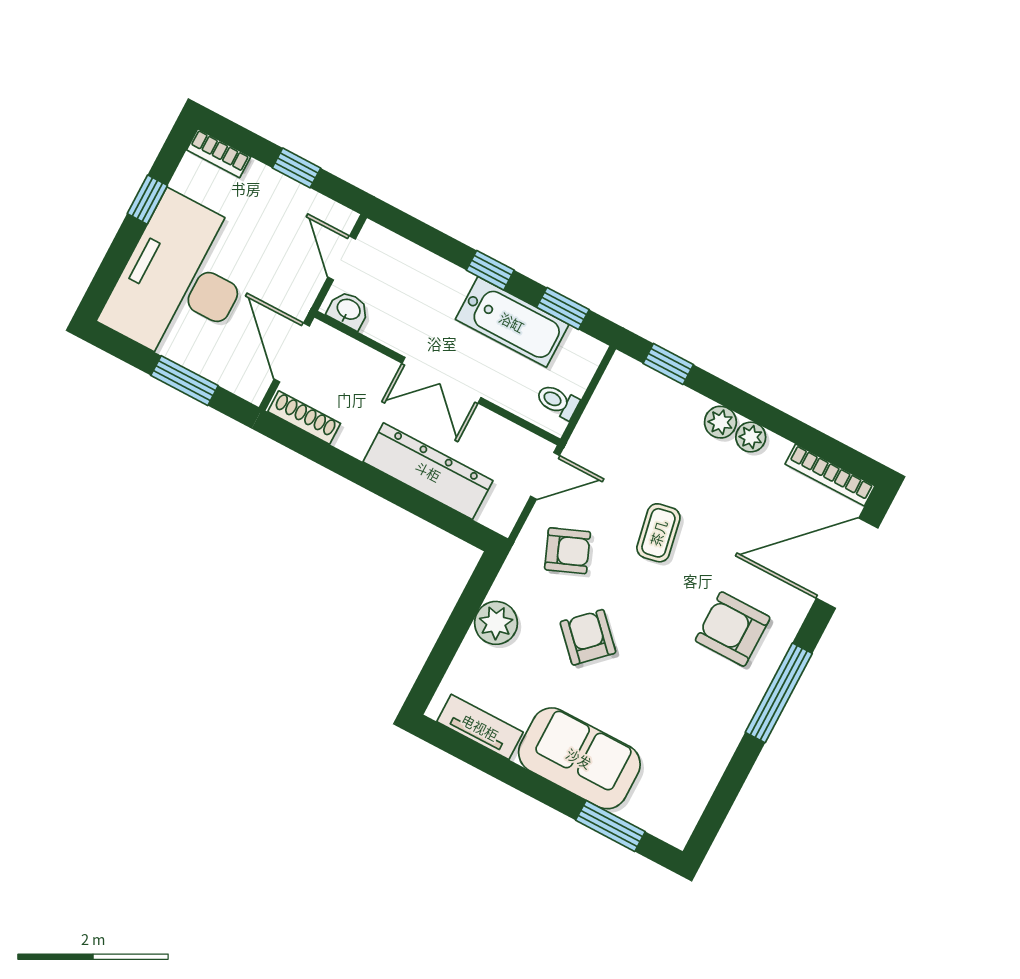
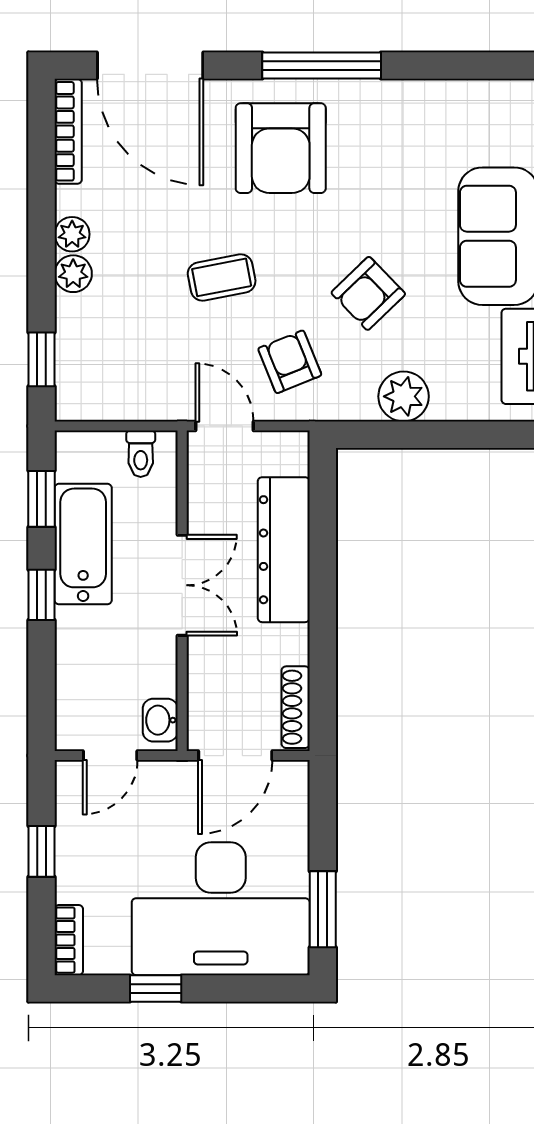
window: (184, 381) -> (323, 909), moved
armchair: (733, 629) -> (281, 148), width x1.36, depth x1.36

